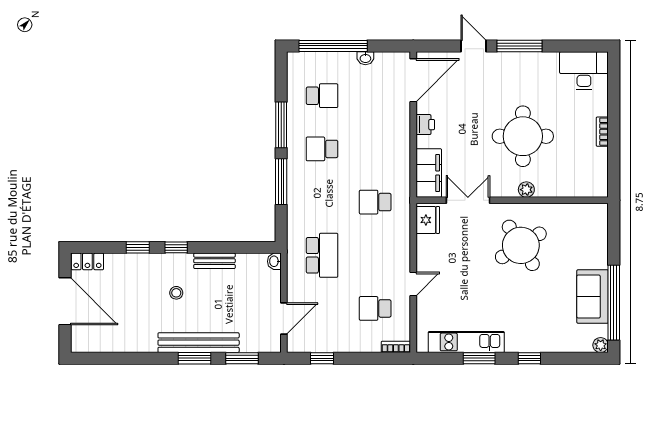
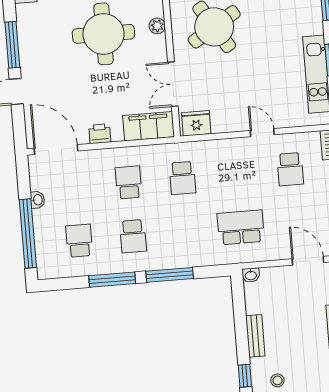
school desk: (375, 149) -> (129, 182), added
stool: (176, 293) -> (277, 380), moved

